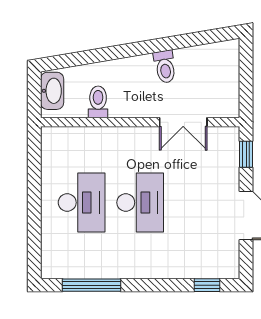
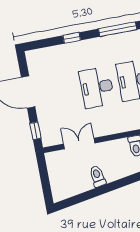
window: (207, 285) -> (72, 38), moved

